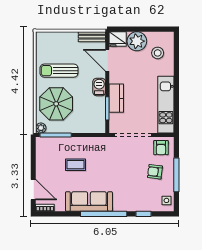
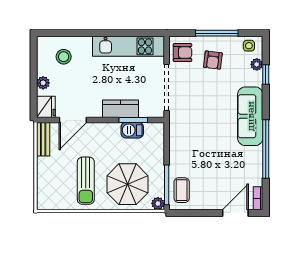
plant: (137, 41) -> (43, 83), width x0.53, depth x0.53
barbecue: (99, 87) -> (132, 130), moved
coffee table: (75, 165) -> (182, 190), moved
sofa: (89, 201) -> (250, 116), moved
plant: (152, 207) -> (257, 64), added
window: (104, 214) -> (266, 149), moved

